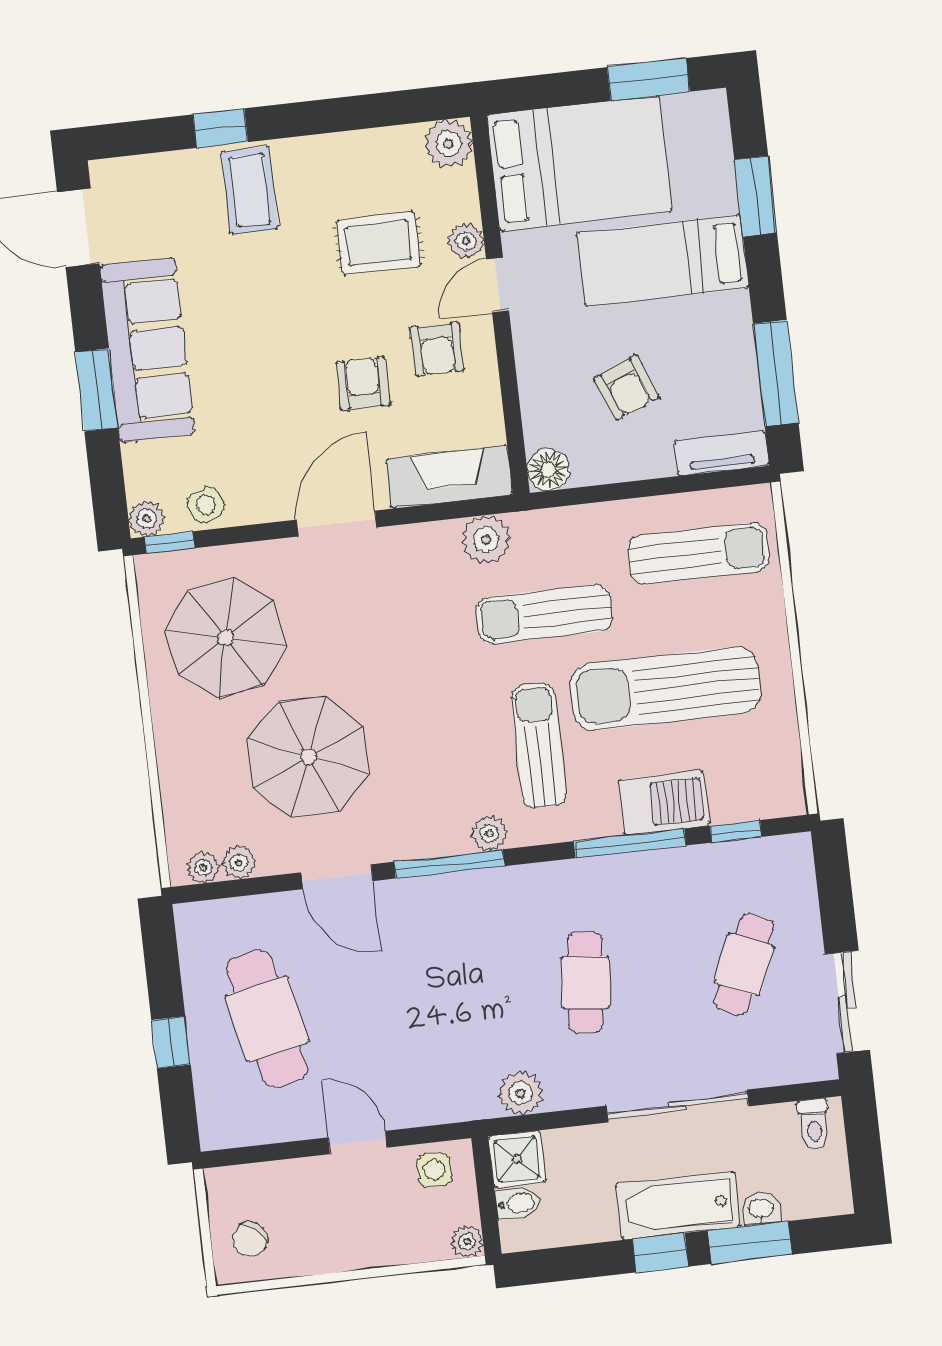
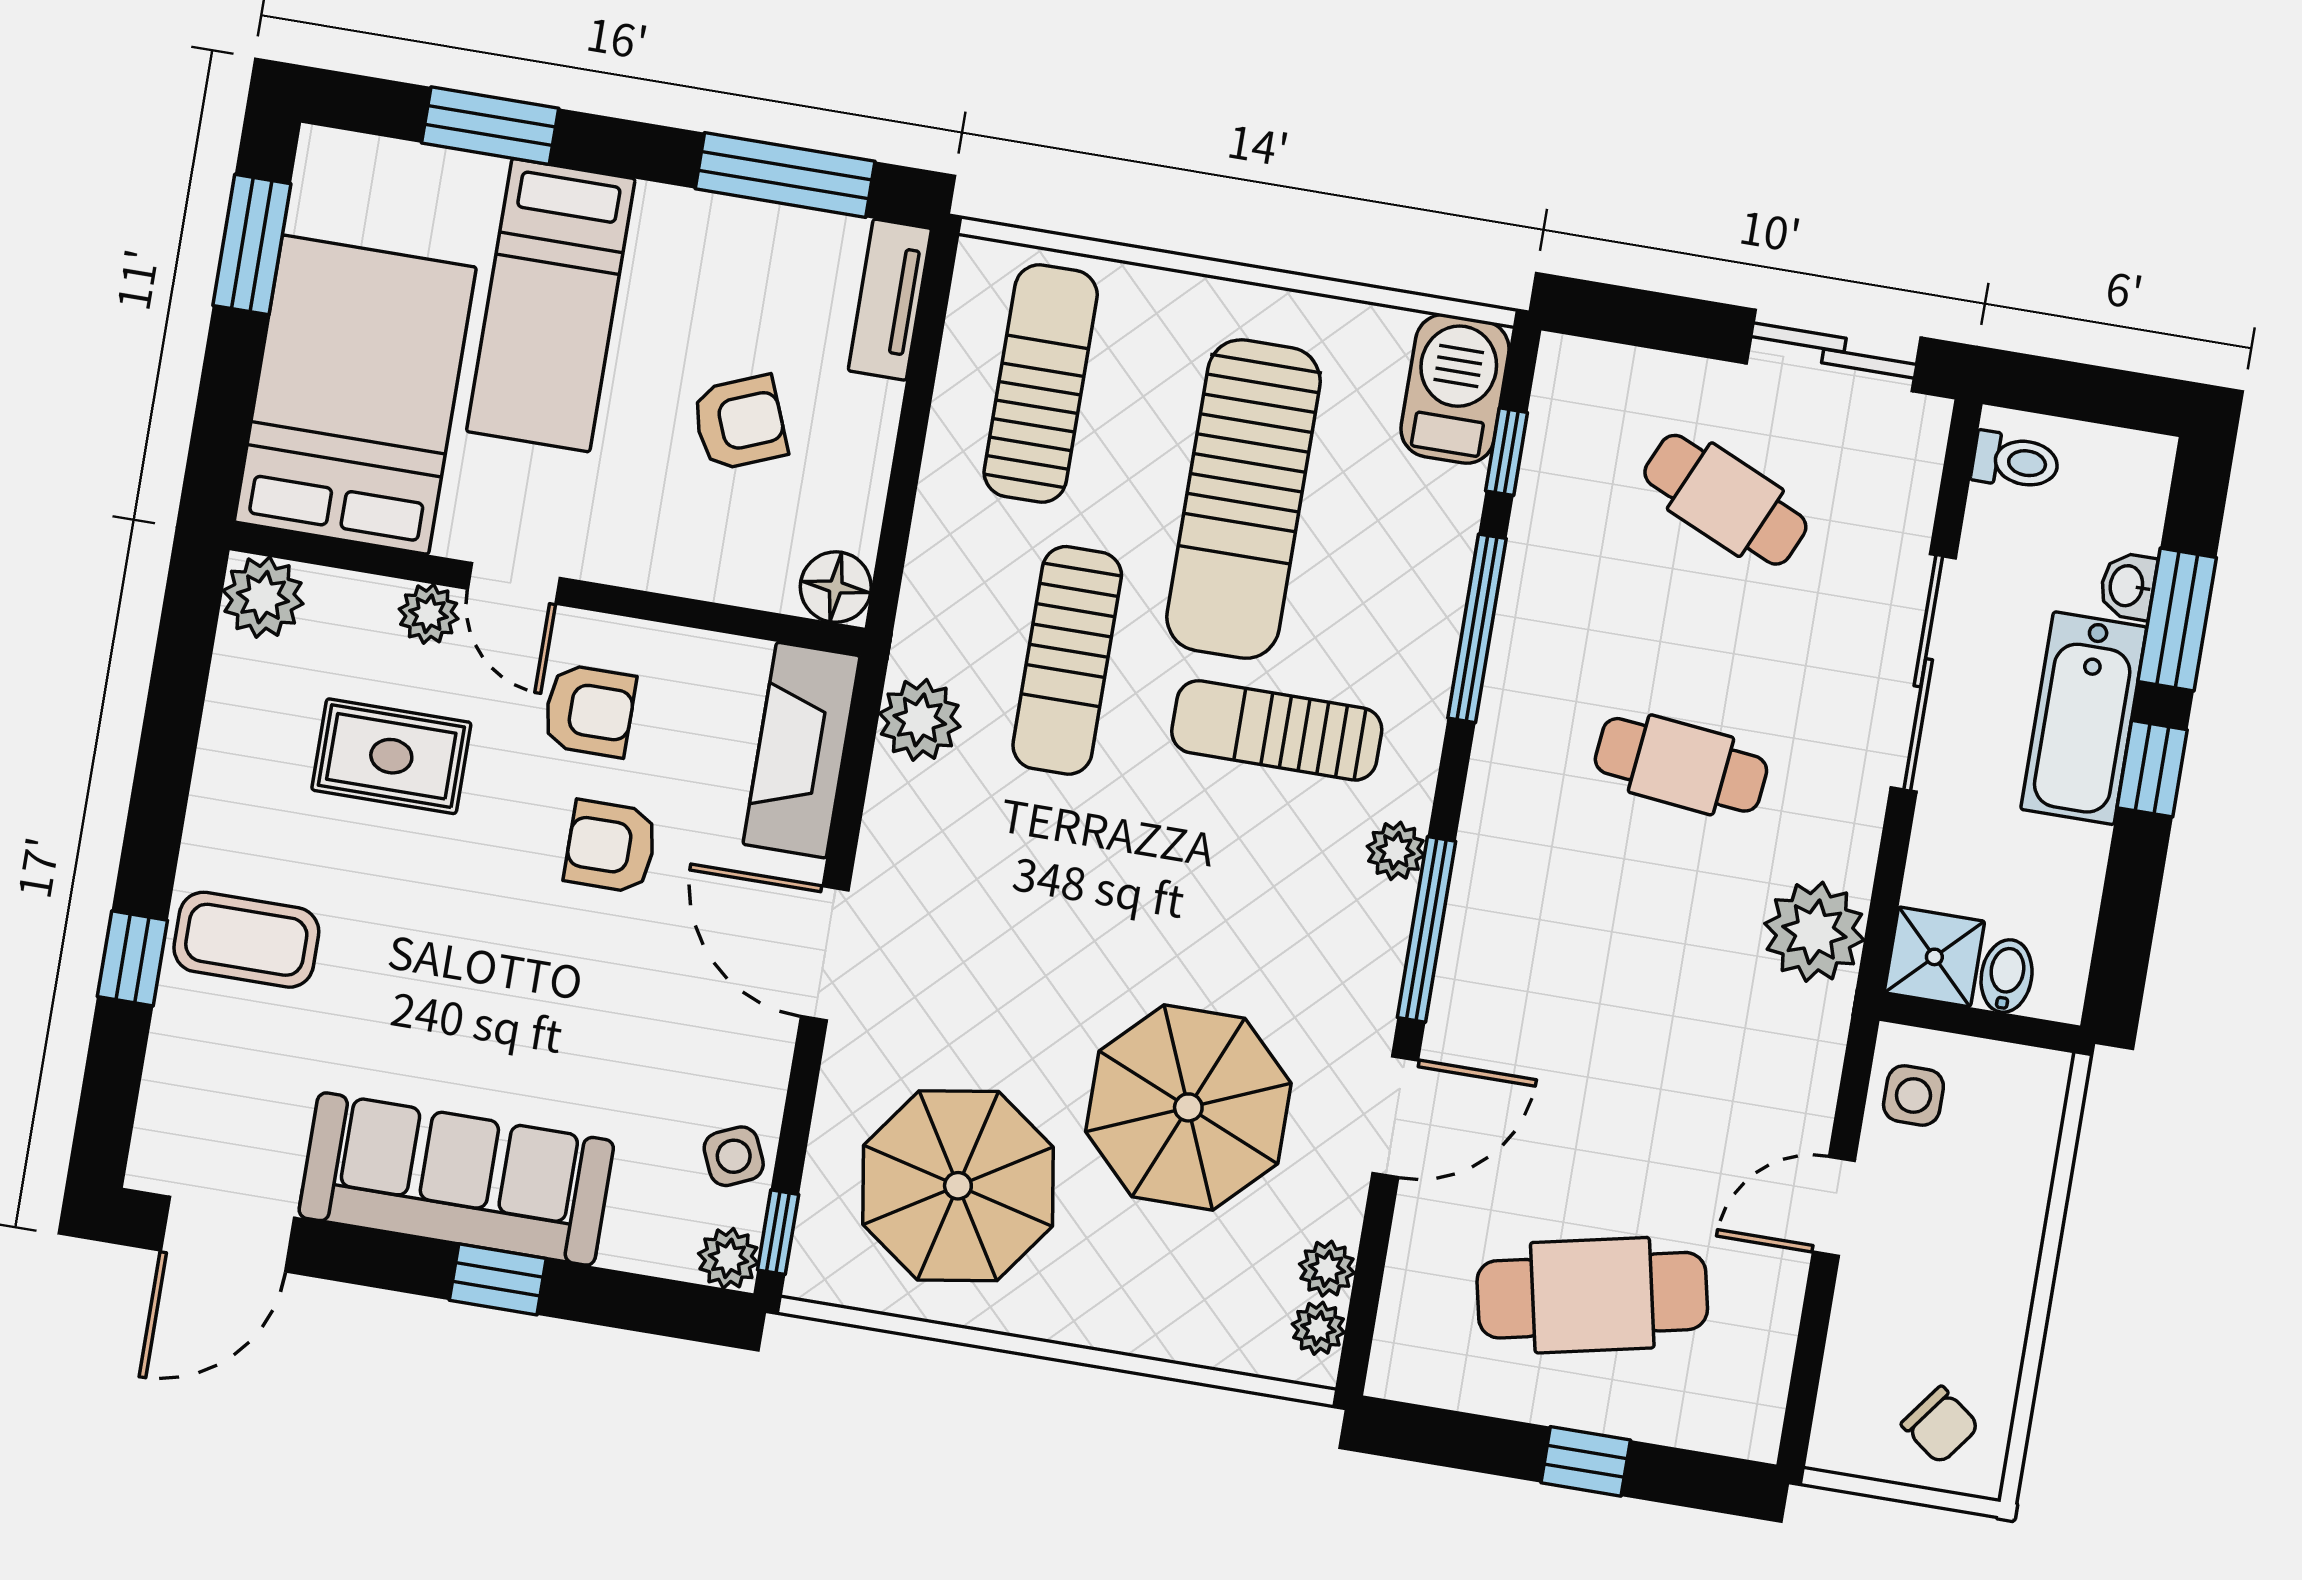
rug: (379, 243) -> (391, 756), turned 90
window: (97, 390) -> (498, 1279), width x0.67
barbecue: (664, 803) -> (1455, 389), moved
plant: (520, 1093) -> (1814, 932), width x1.36, depth x1.36
plant: (467, 1242) -> (2045, 1076), removed

